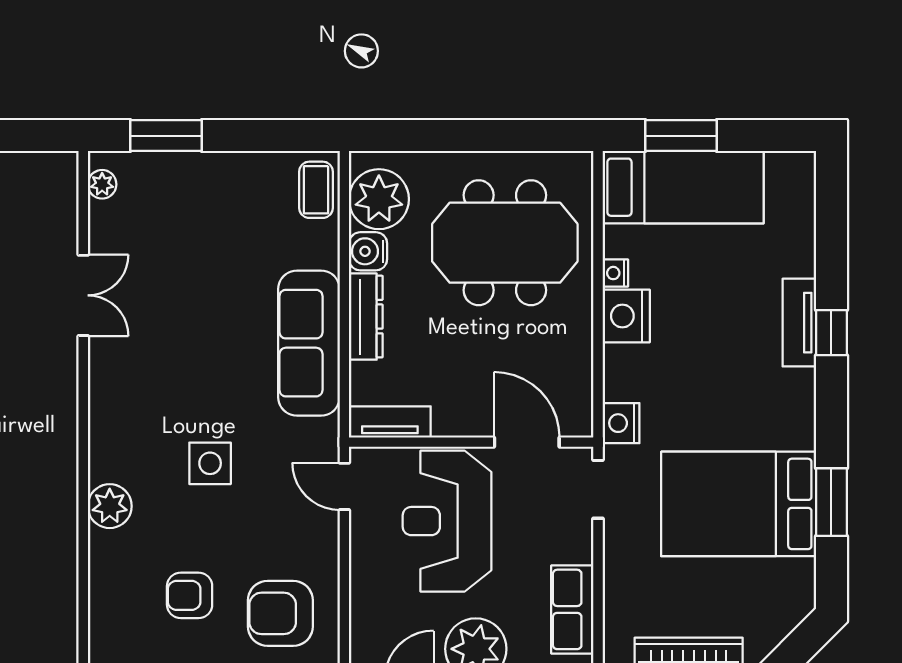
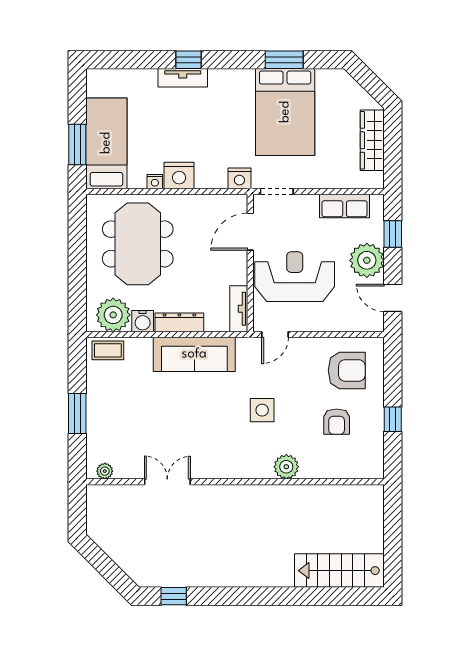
window: (166, 136) -> (77, 414), moved
reception desk: (447, 521) -> (295, 277), turned 180
armchair: (280, 613) -> (347, 370), turned -90

